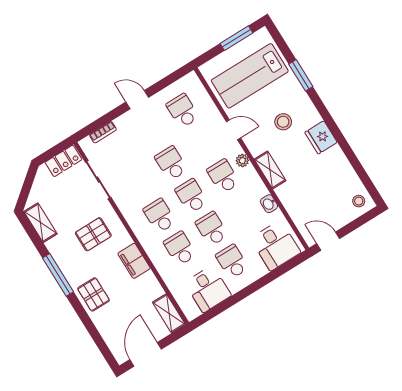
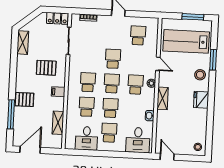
stool: (283, 122) -> (200, 75), moved
filing cabinet: (134, 261) -> (58, 92), width x0.50
window: (58, 275) -> (11, 114), moved
pallet: (94, 294) -> (24, 99), turned 90
shelving: (169, 313) -> (58, 123), moved

